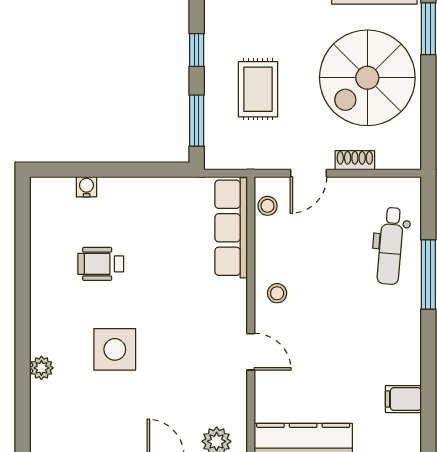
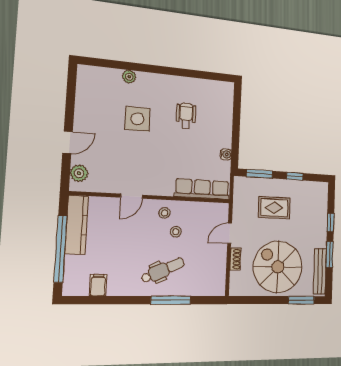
door: (308, 173) -> (230, 233), hinge flipped
water cooler: (87, 187) -> (226, 154), moved
stool: (268, 206) -> (176, 232), moved
dental chair: (391, 246) -> (163, 270), moved, turned 150

